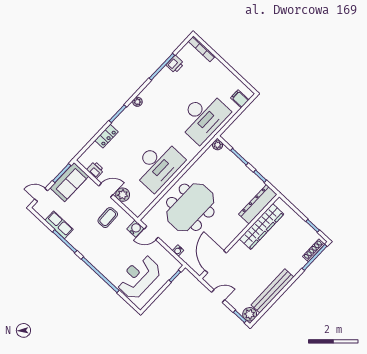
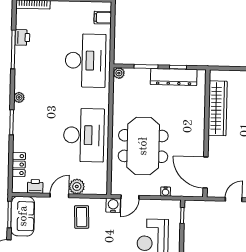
locker: (106, 136) -> (19, 165), moved
dresser: (258, 204) -> (174, 77), moved, turned -90

